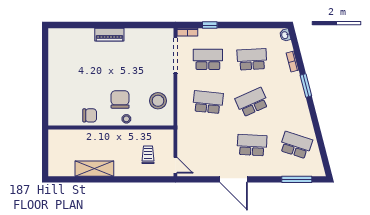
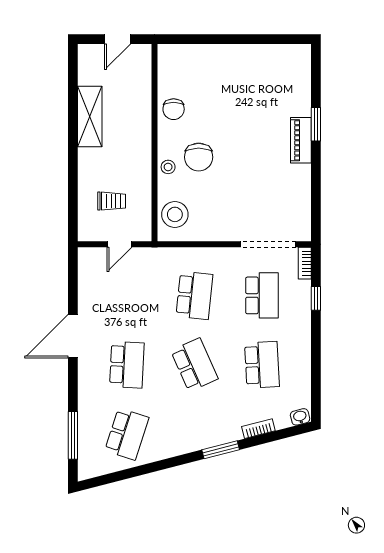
window: (99, 25) -> (316, 124), added
chair: (120, 99) -> (199, 157), turned 90
stool: (158, 101) -> (175, 214), moved
door: (45, 151) -> (118, 39), added
door: (175, 165) -> (120, 244), moved

